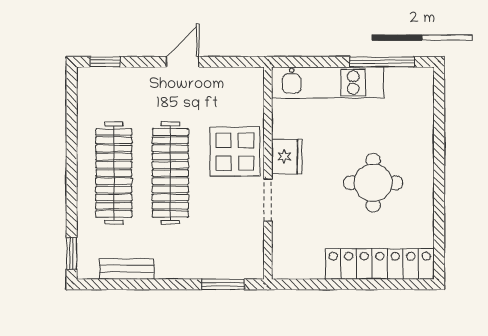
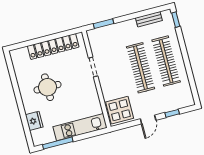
window: (105, 62) -> (172, 113), moved
display table: (235, 152) -> (120, 110), moved
fridge: (287, 157) -> (34, 121), moved, turned 180
locker: (380, 264) -> (53, 47), moved

